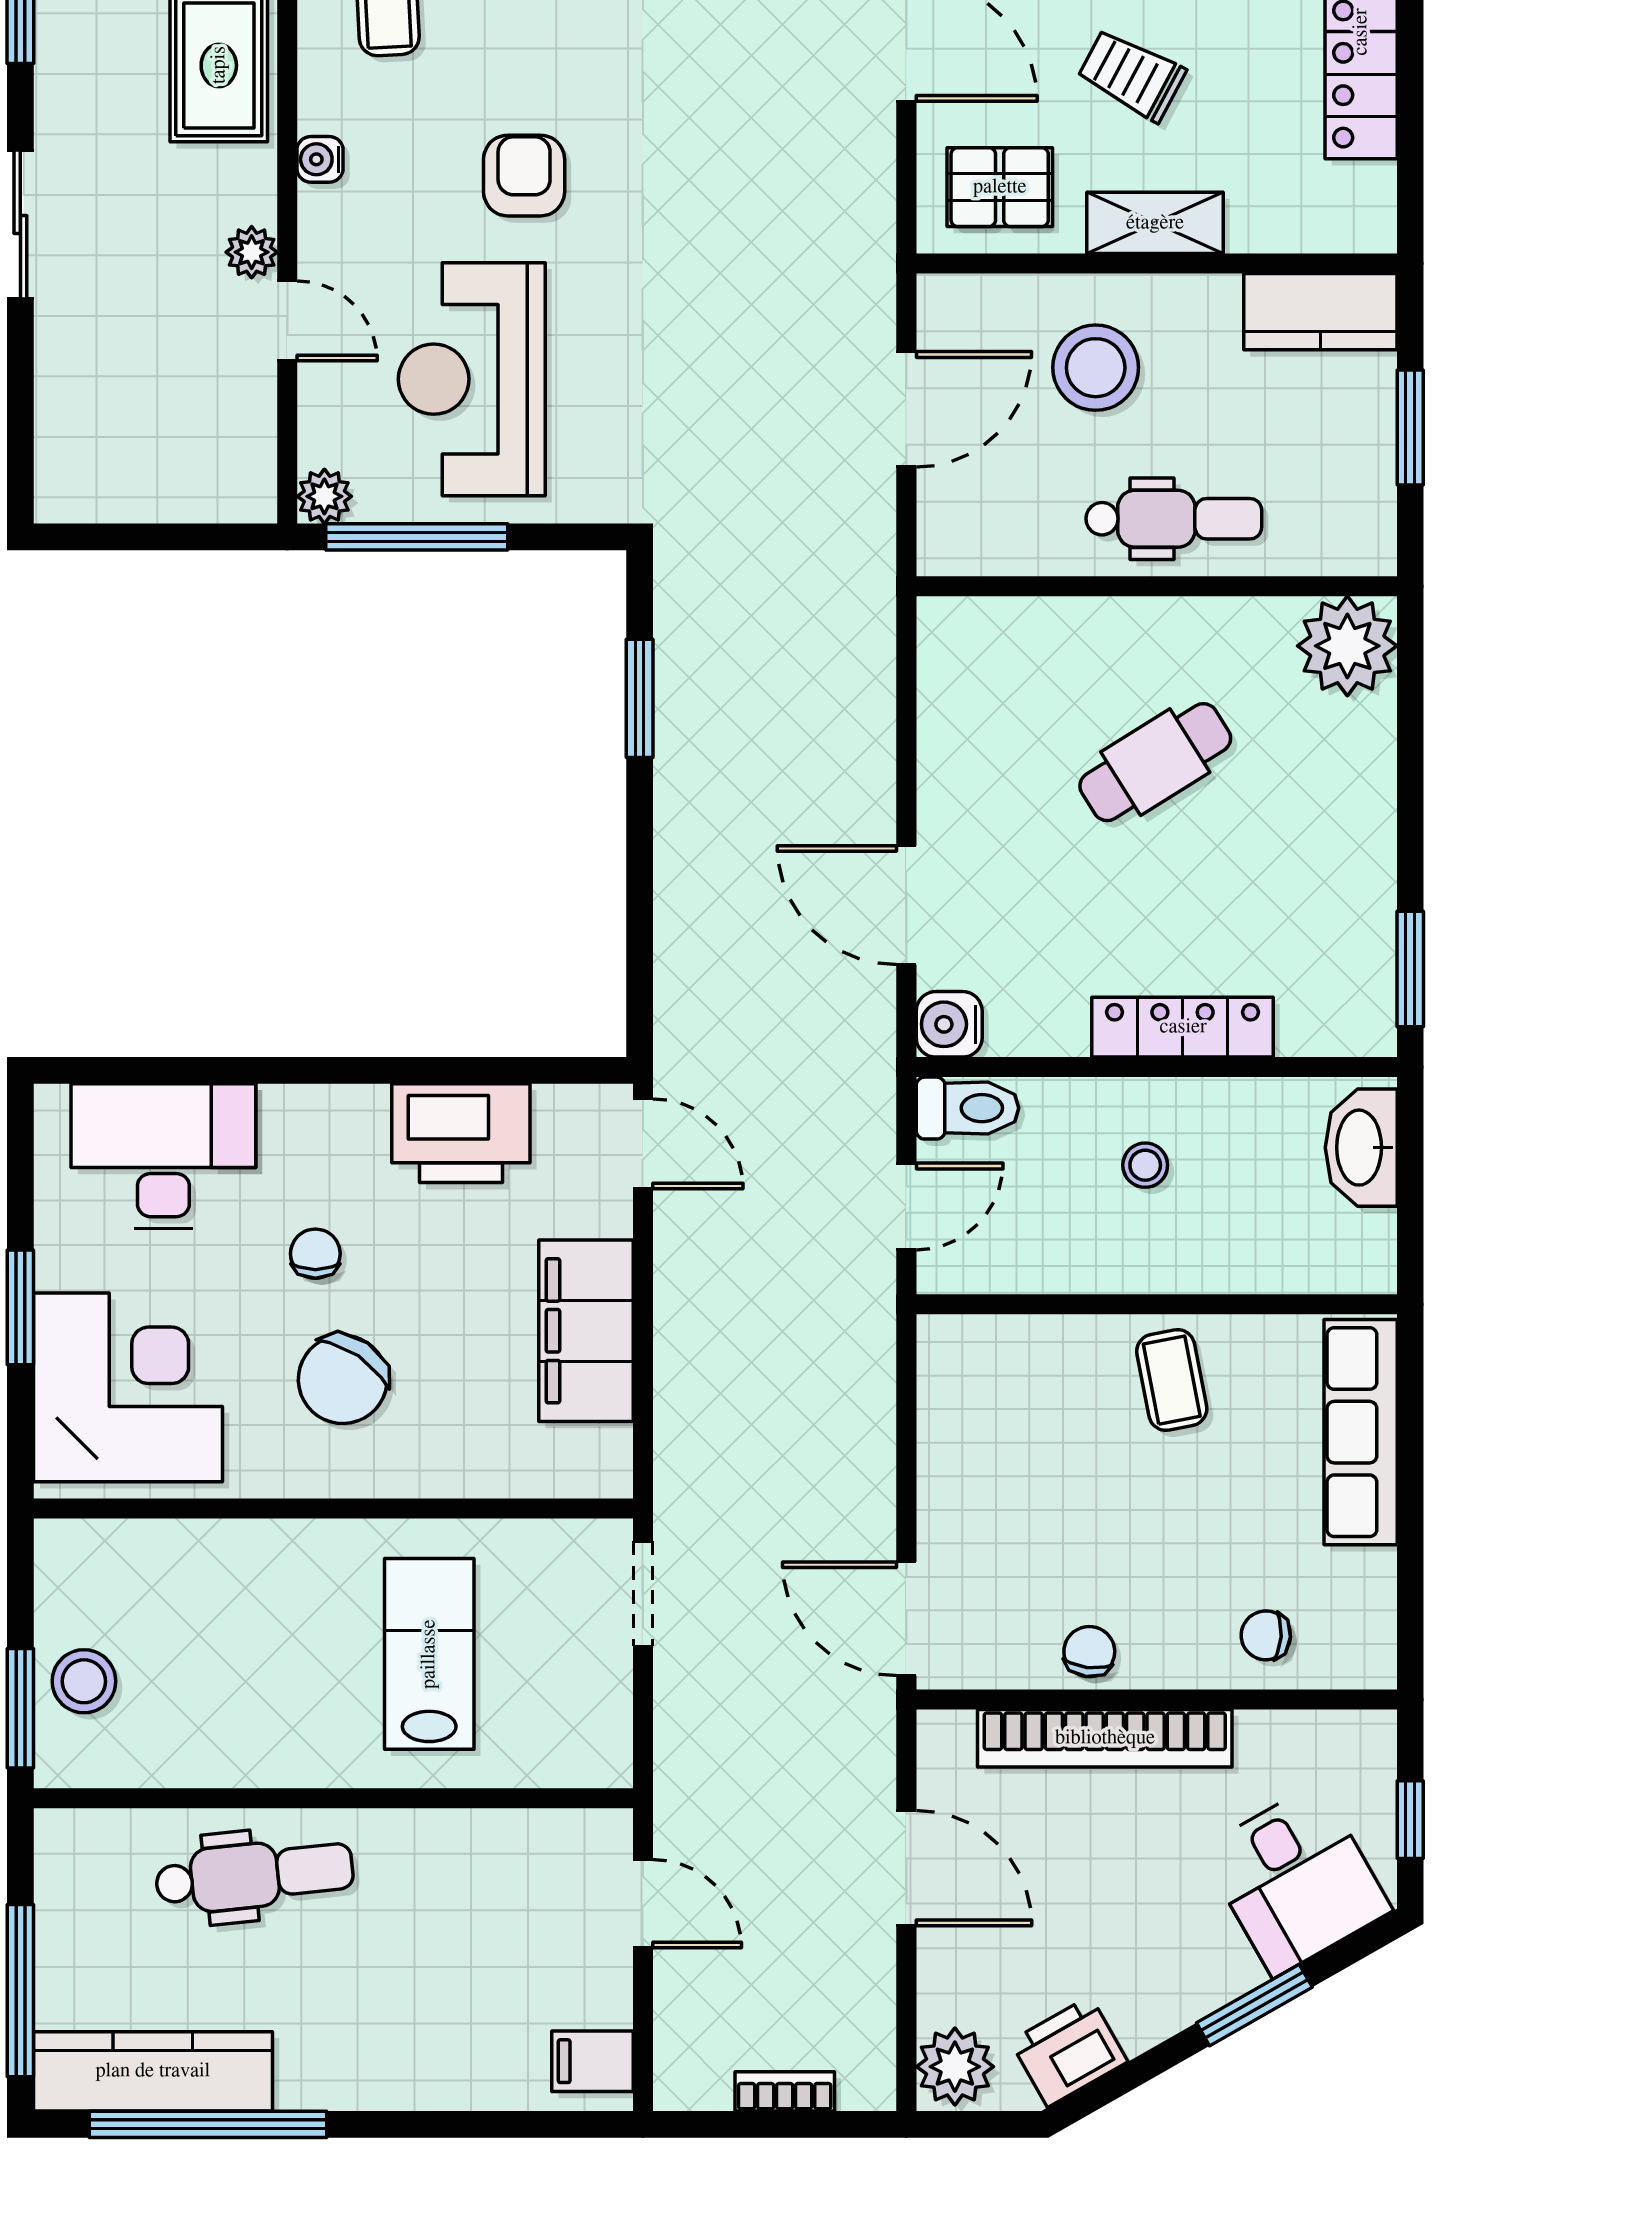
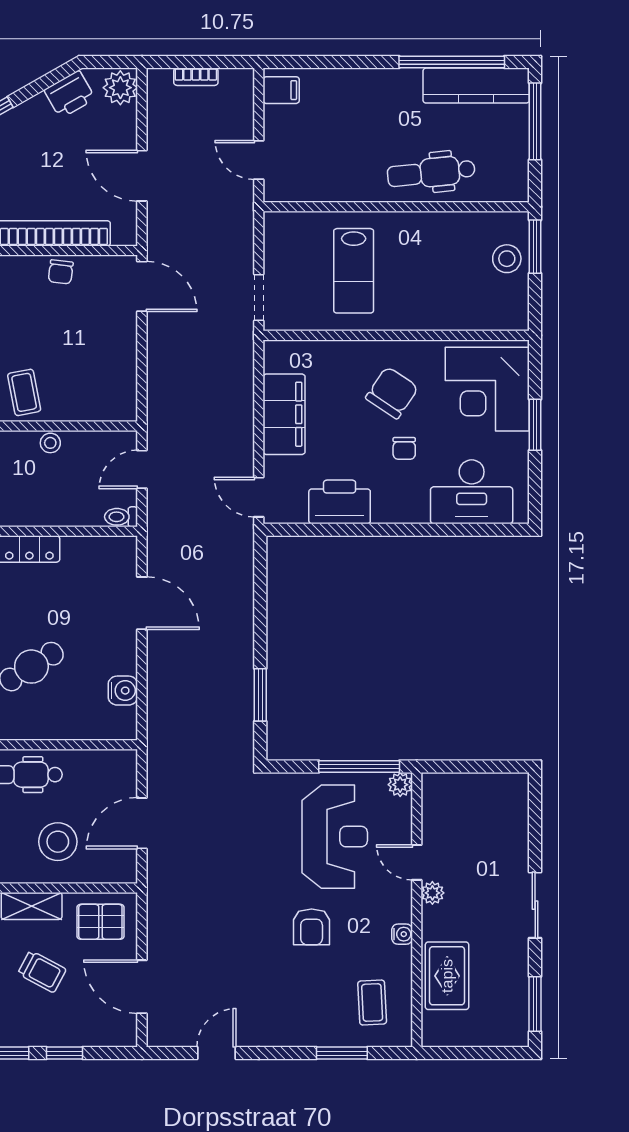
water cooler: (949, 1024) -> (123, 691), moved
toilet: (967, 1108) -> (121, 517), width x0.73, depth x0.72
stool: (1145, 1165) -> (50, 443), moved

